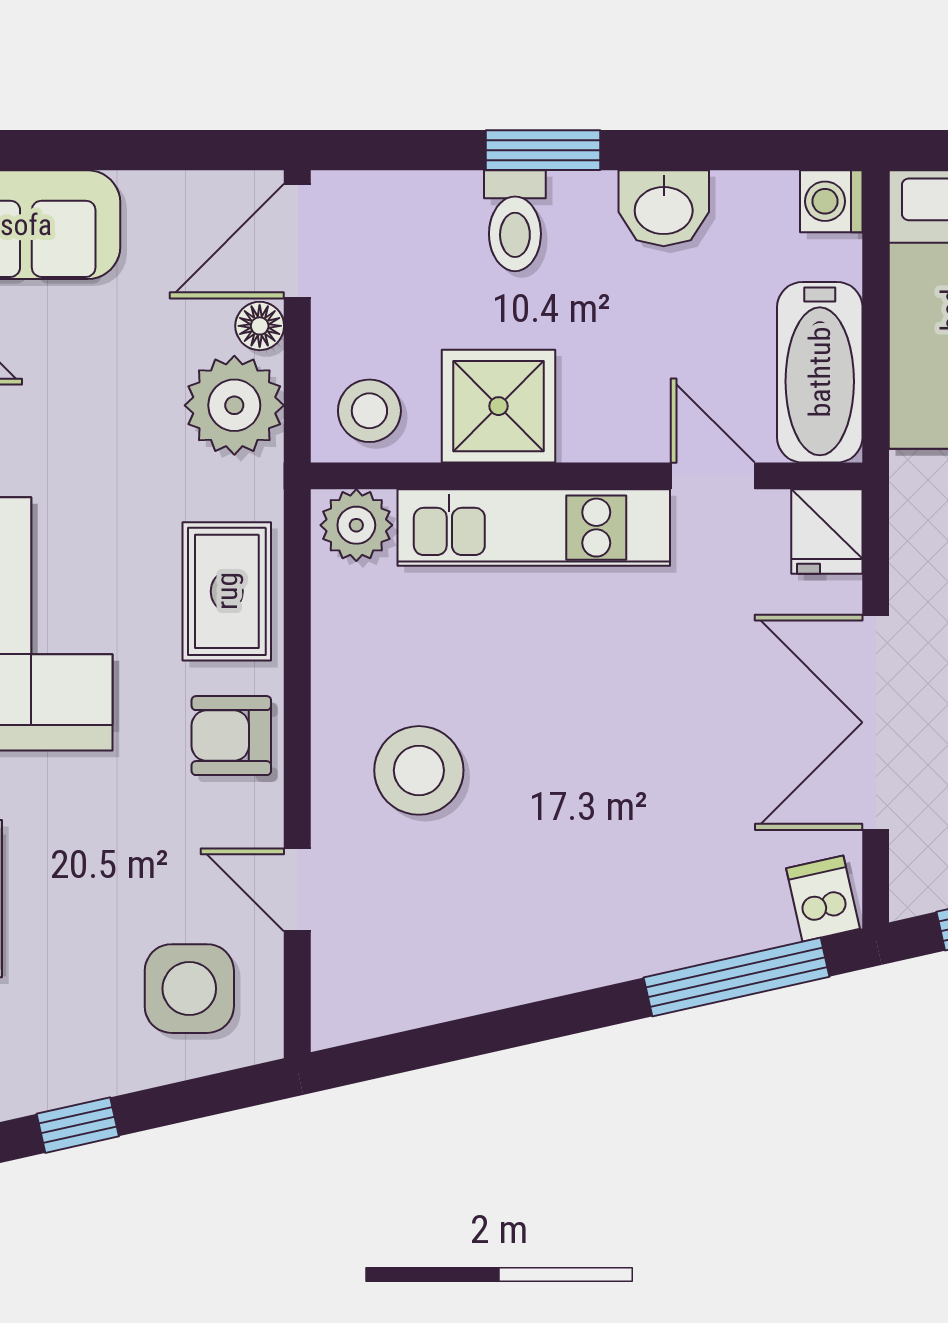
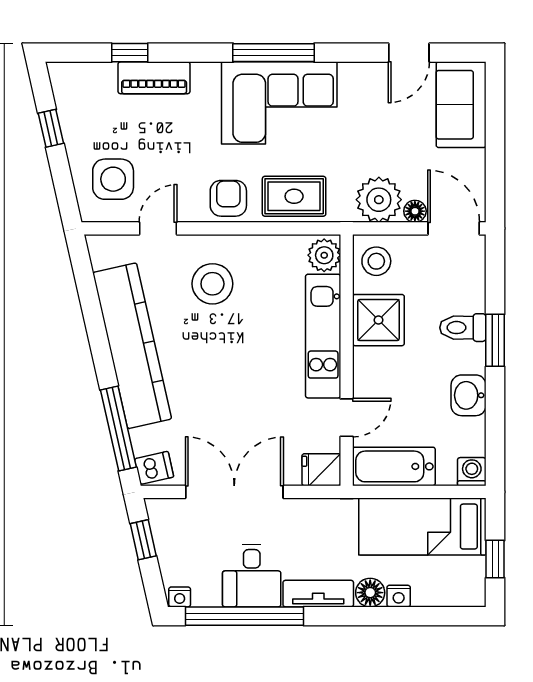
kitchen counter: (555, 947) -> (132, 346), added

